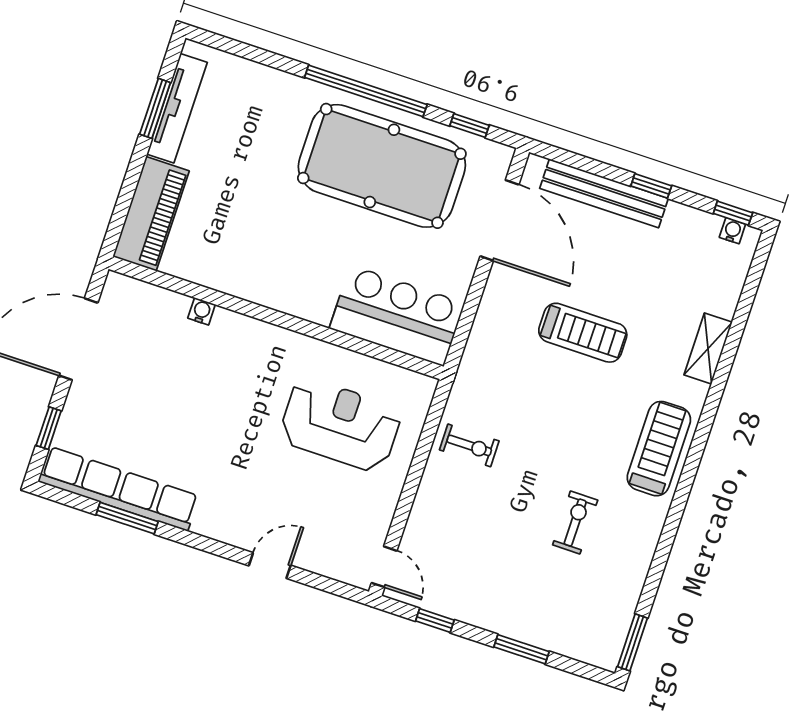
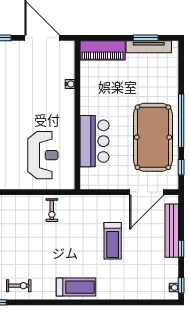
bar counter: (397, 316) -> (95, 141), moved
shelving: (708, 349) -> (123, 293), removed
exercise bike: (575, 523) -> (19, 286), moved

